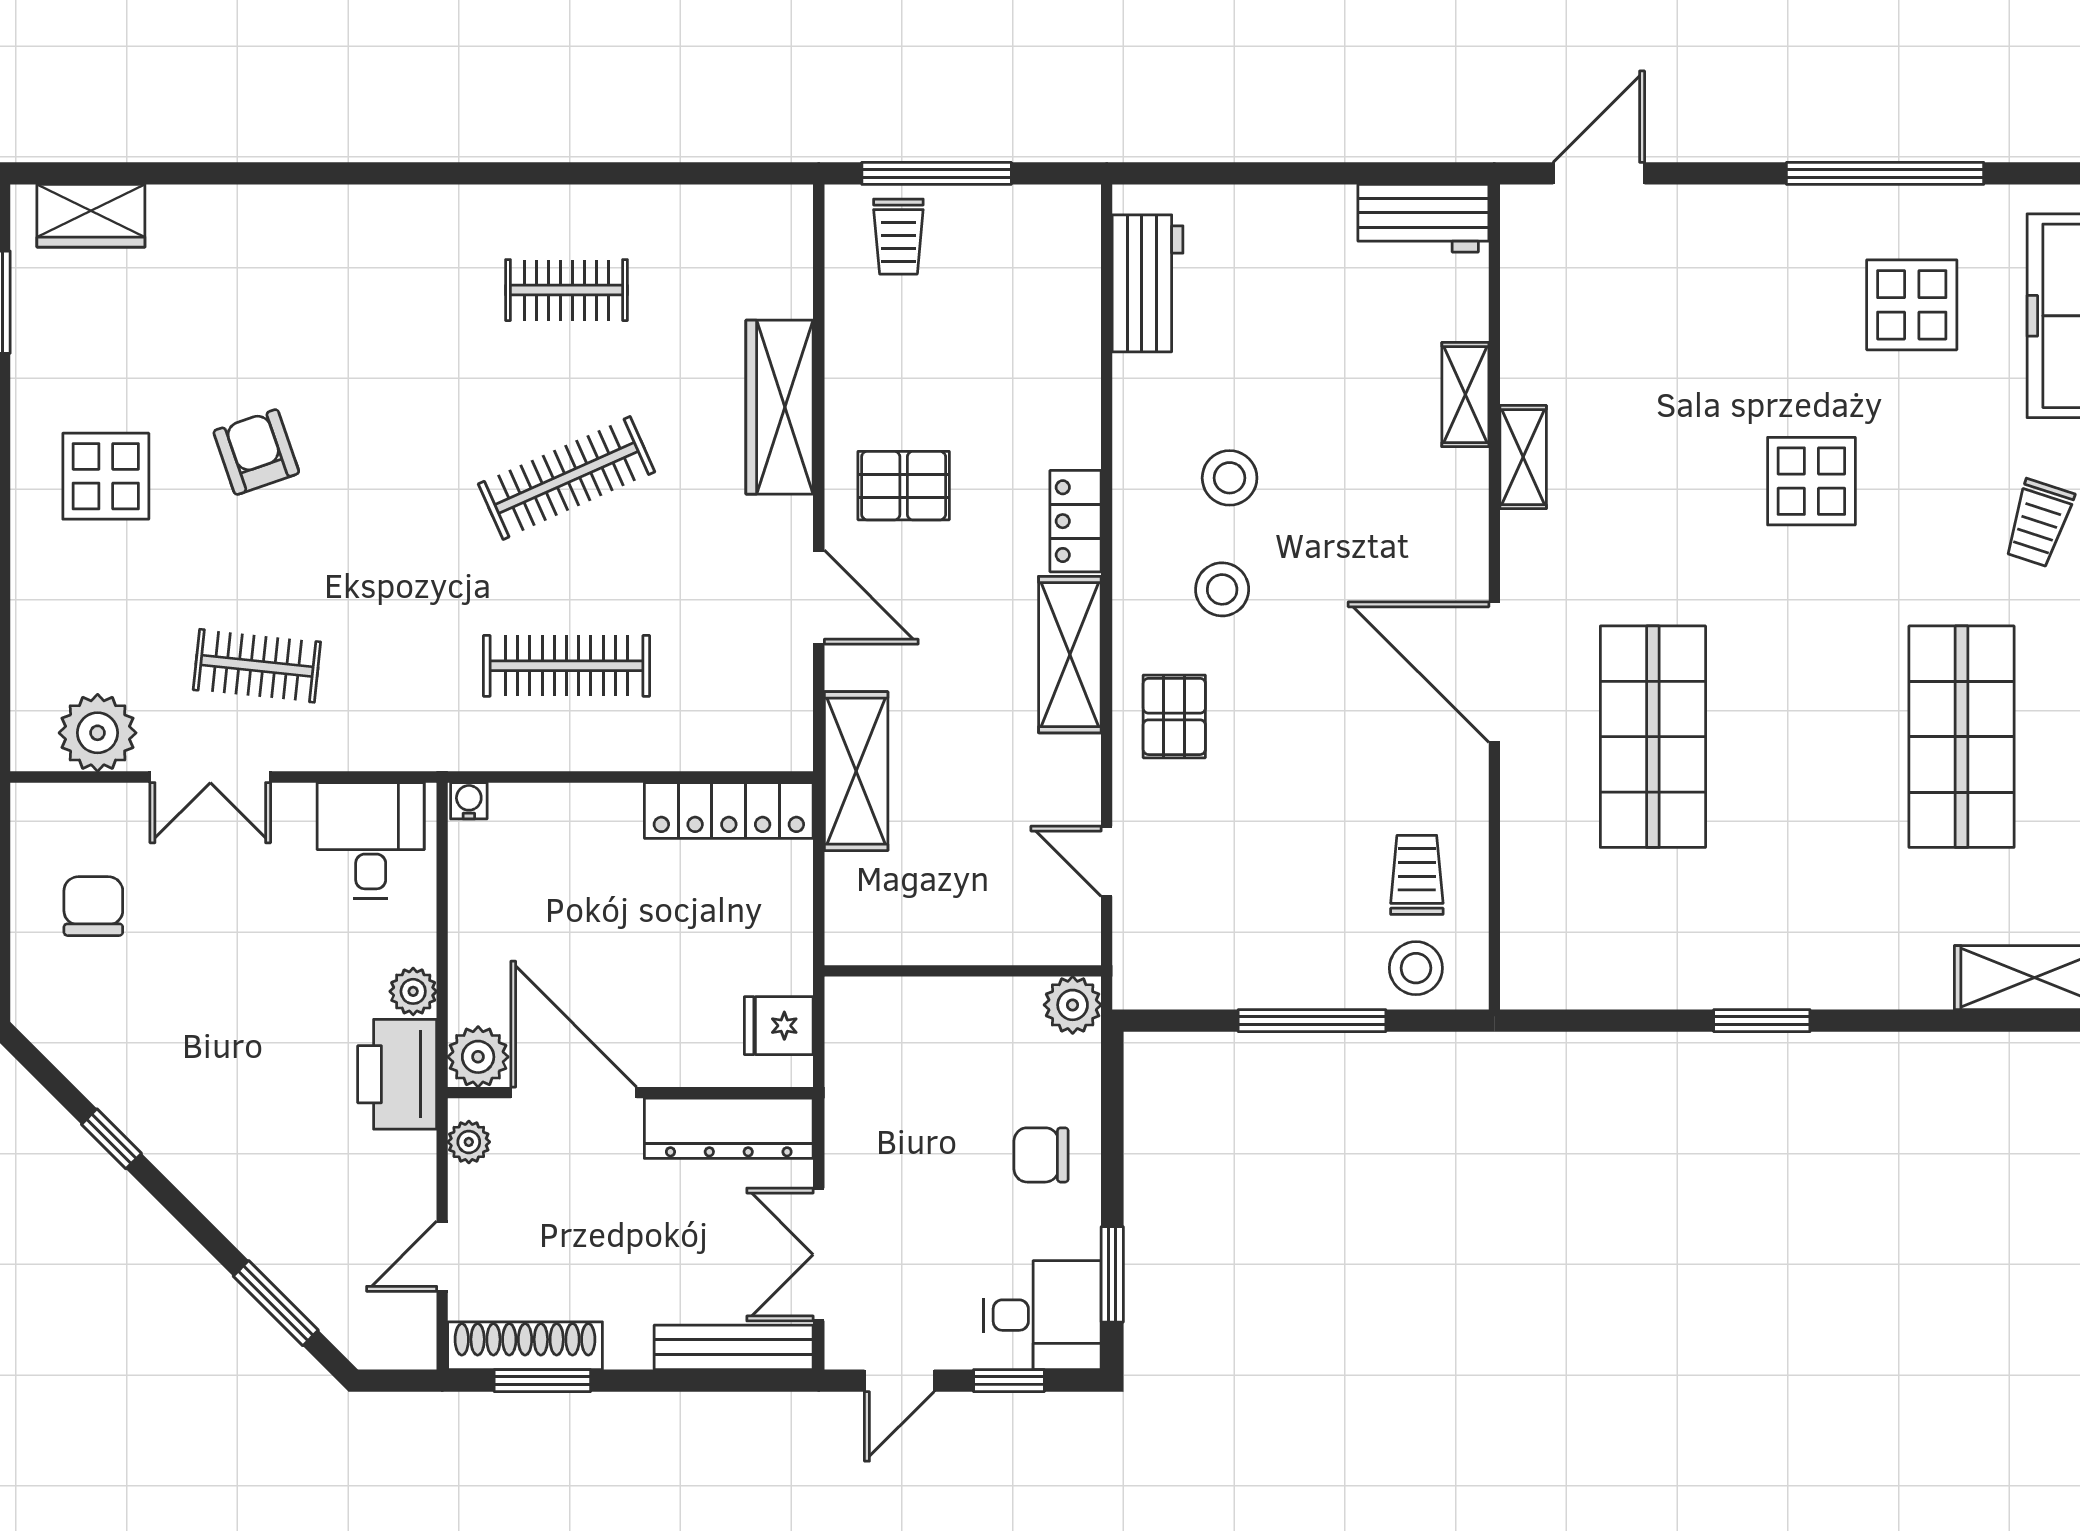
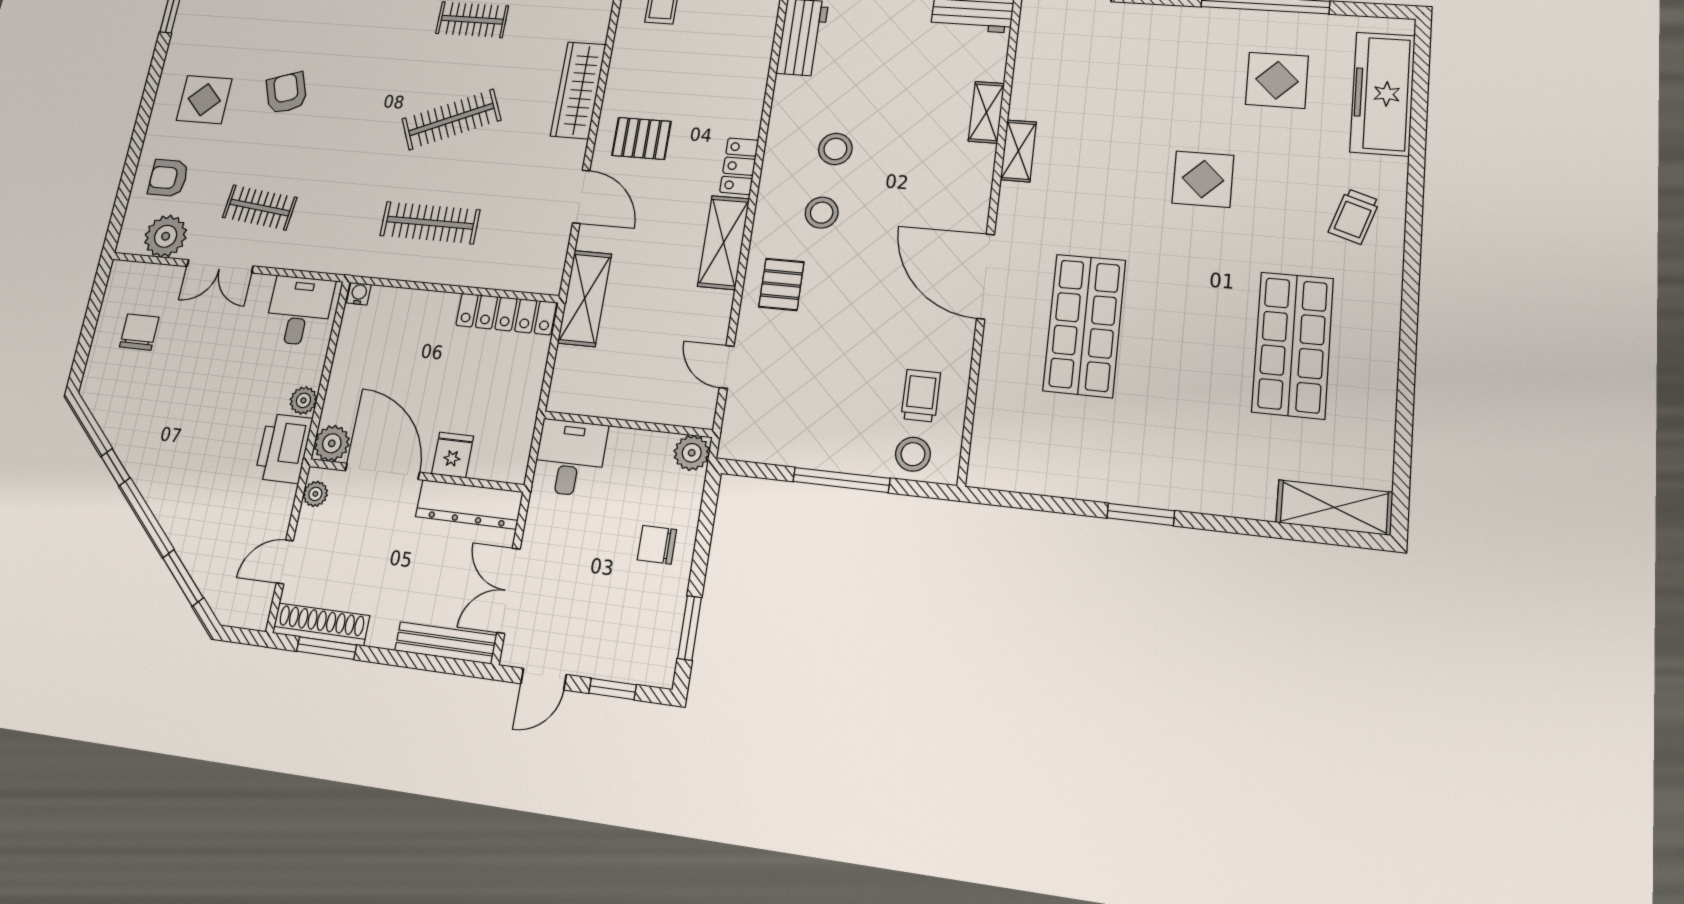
armchair: (75, 627) -> (168, 178), added
fridge: (779, 1026) -> (453, 455), moved, turned 90
desk: (1042, 1315) -> (570, 458), moved, turned -90

